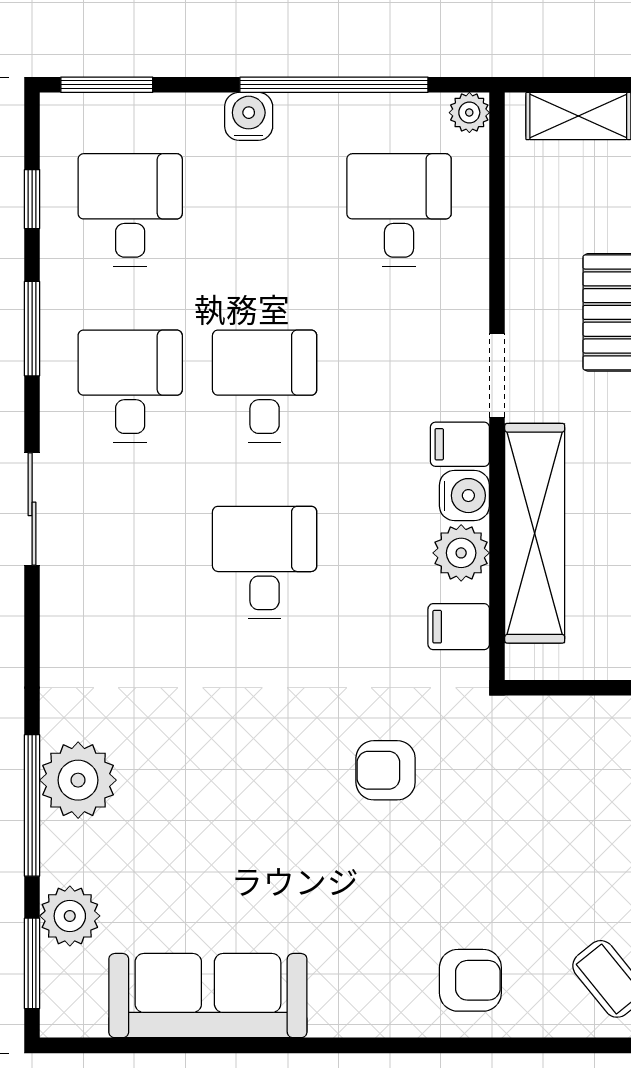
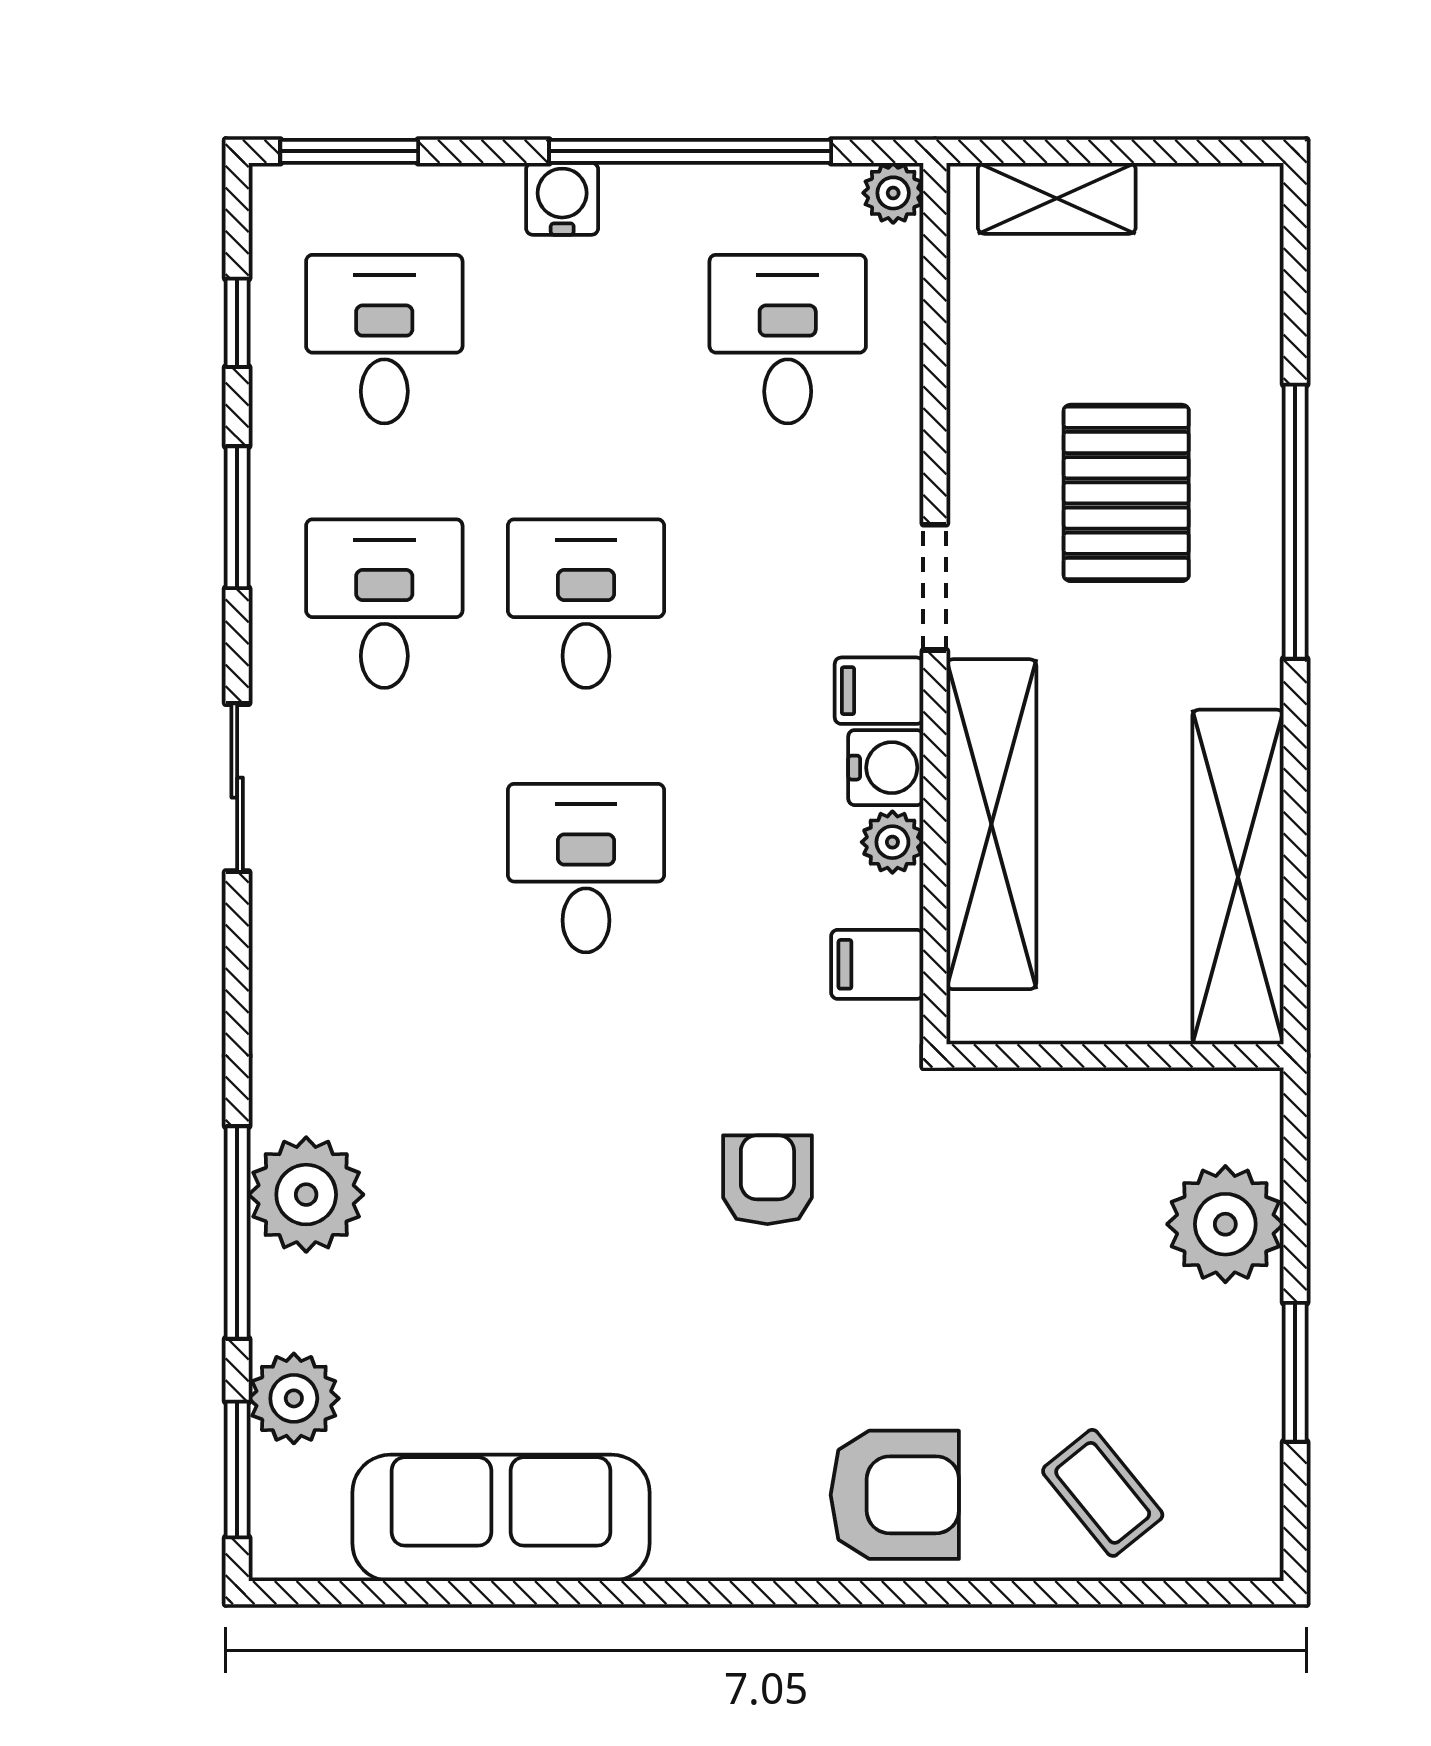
plant: (461, 553) -> (892, 842), width x0.73, depth x0.73
armchair: (386, 770) -> (767, 1180), turned 90
armchair: (470, 980) -> (895, 1495), width x1.38, depth x1.38

